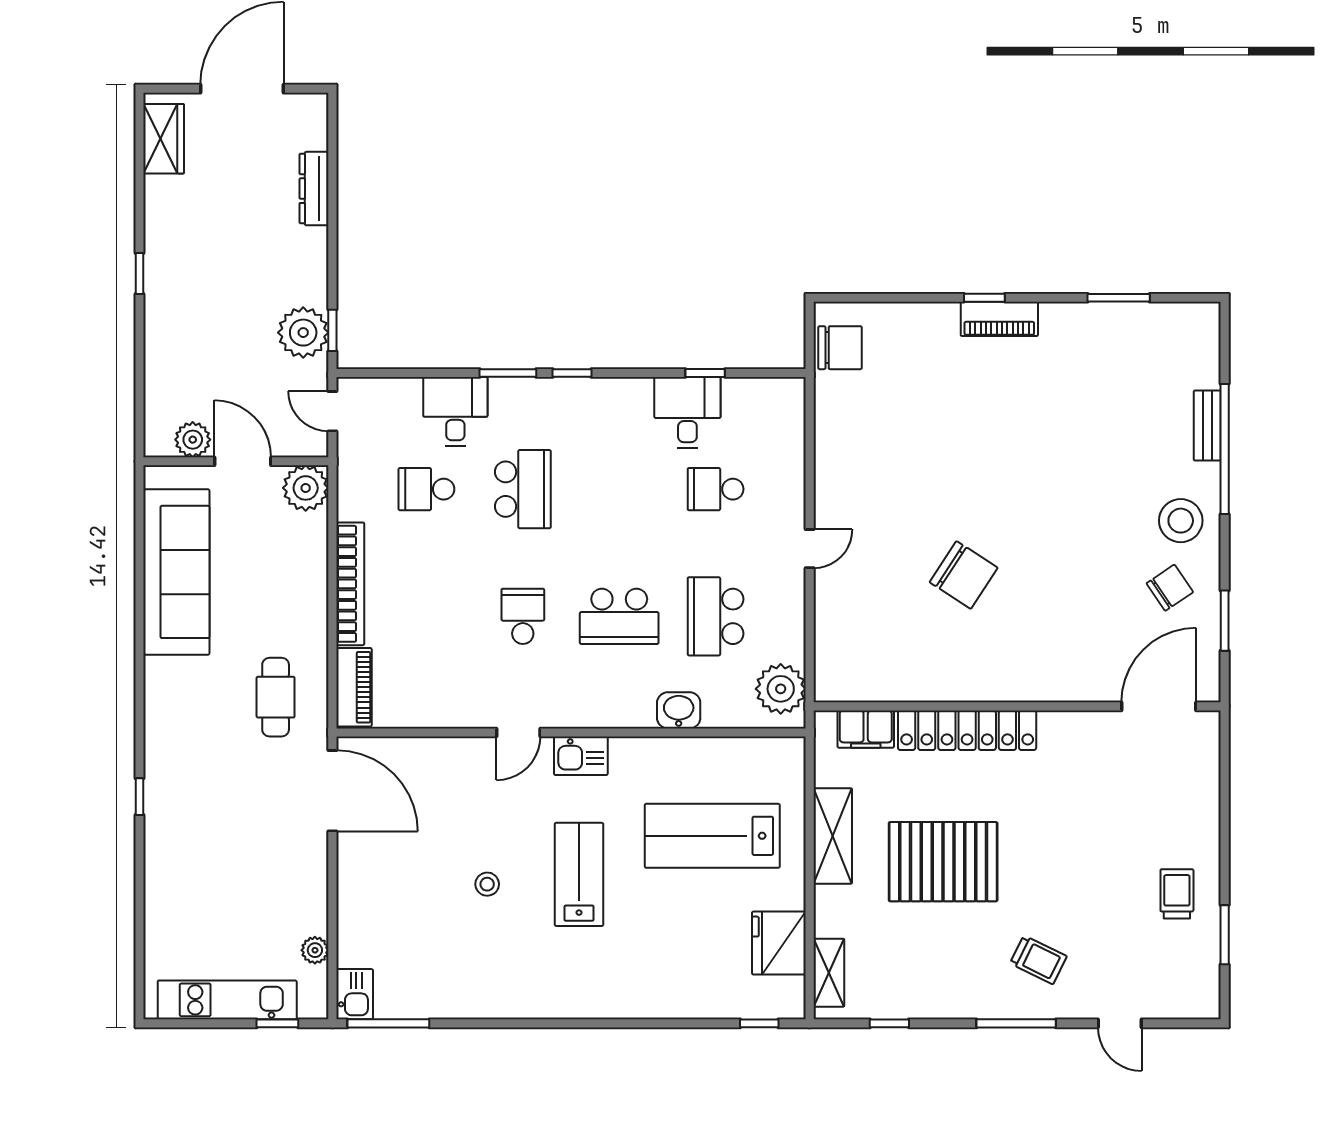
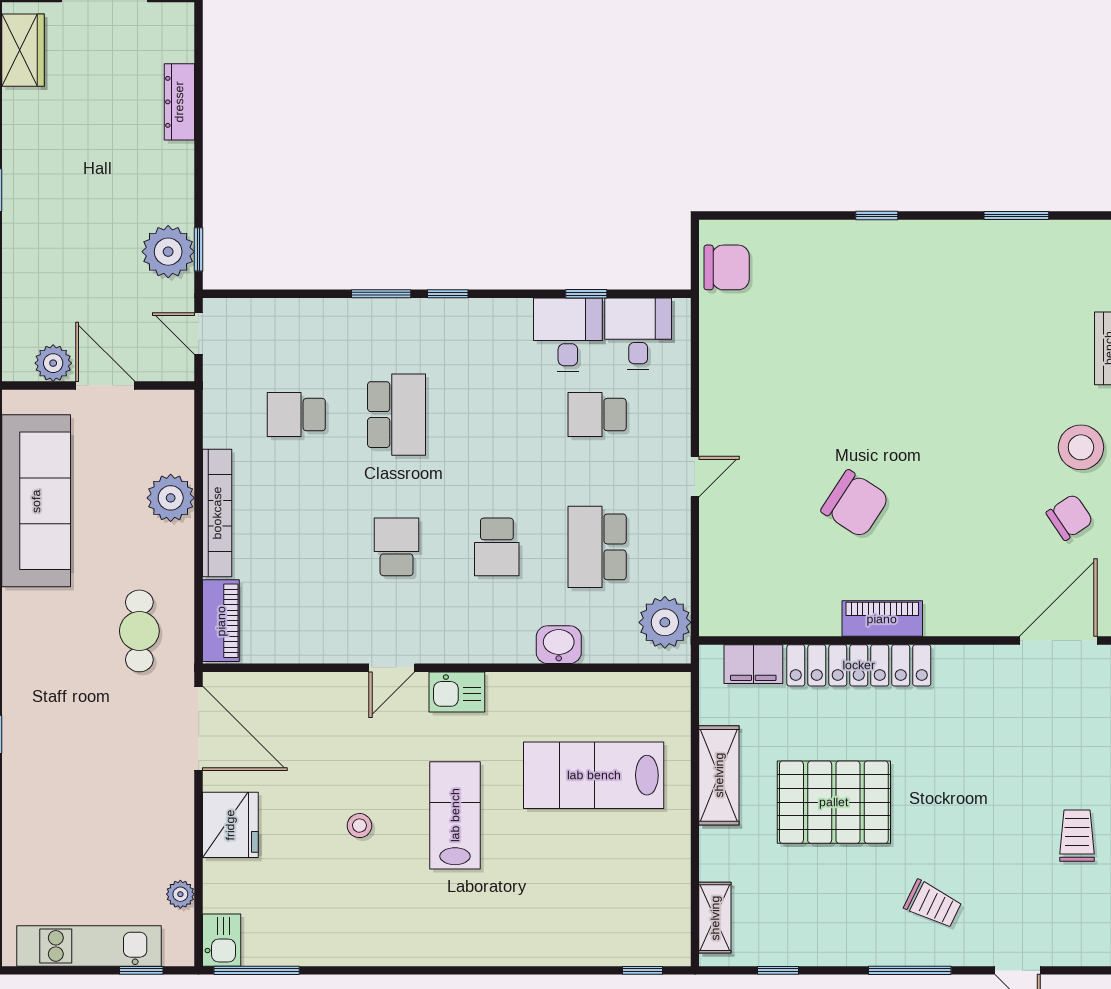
piano: (999, 319) -> (882, 619), moved, turned 180
desk: (455, 411) -> (638, 334), moved
plant: (306, 488) -> (171, 498), moved
school desk: (619, 616) -> (497, 547), width x0.54
fridge: (779, 943) -> (230, 825), moved, turned 180

